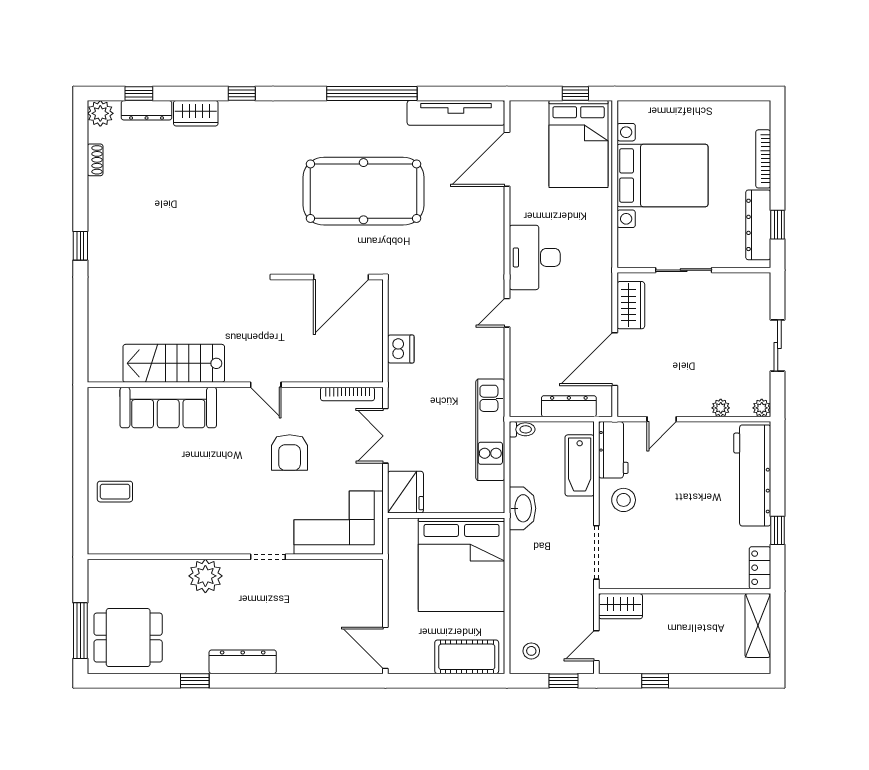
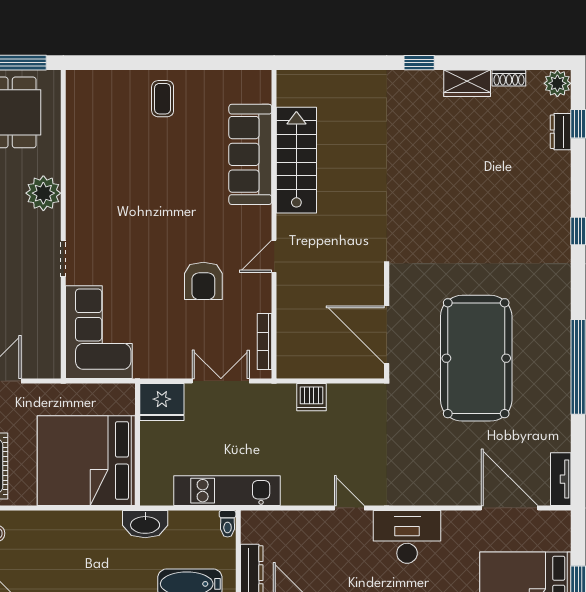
dresser: (147, 110) -> (561, 132), width x0.70
wardrobe: (196, 113) -> (467, 83), moved, turned -90
tv unit: (456, 113) -> (561, 479), width x0.52, depth x0.78
armchair: (290, 453) -> (203, 281), turned -90
corner sofa: (339, 523) -> (99, 332), moved
wall: (235, 557) -> (63, 224), moved
doorway: (268, 557) -> (63, 259), moved
plant: (205, 576) -> (43, 193), moved

